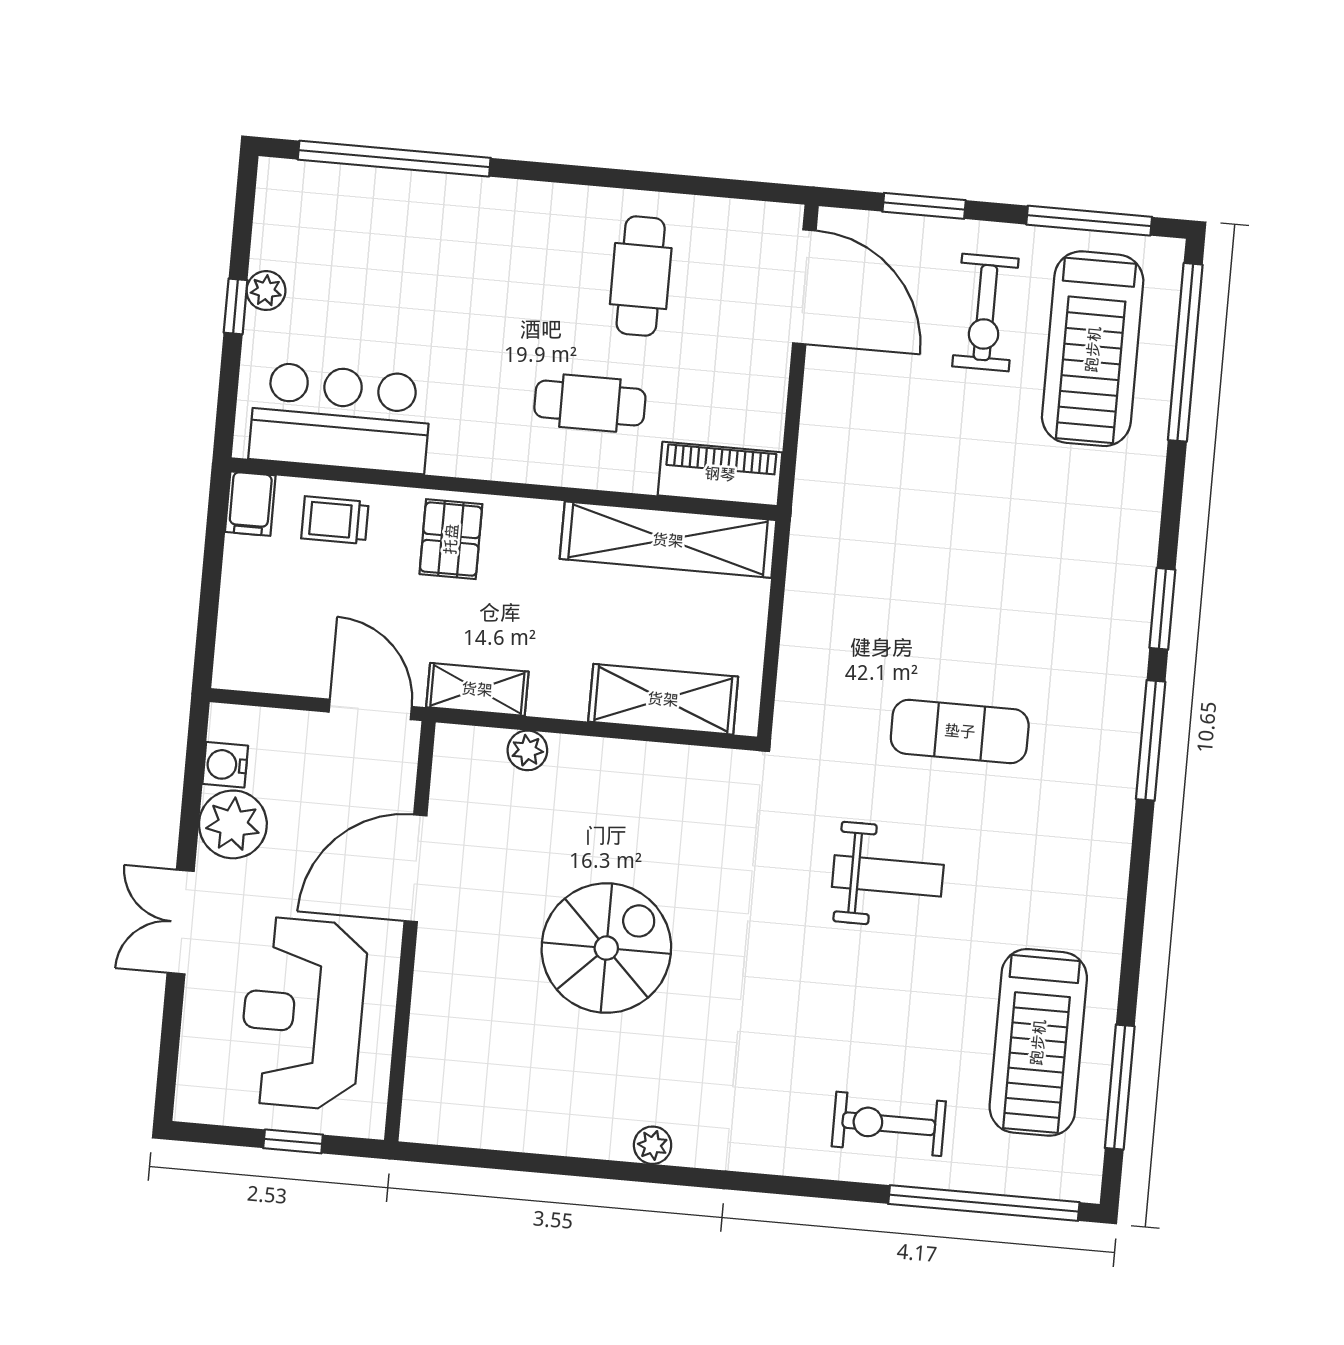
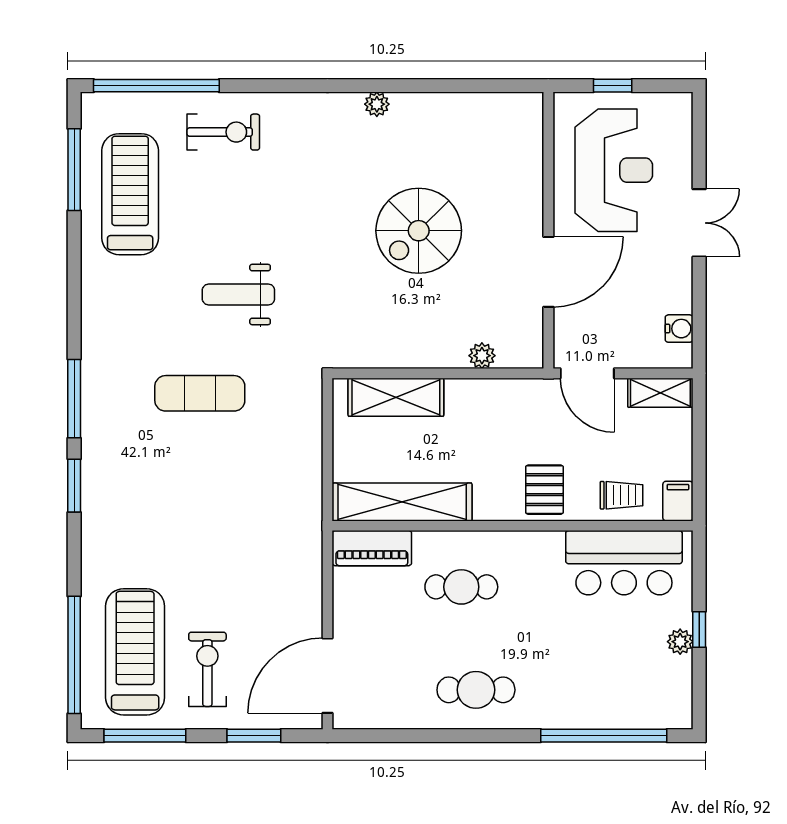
cafe table: (641, 276) -> (476, 690), moved, turned 90
door: (804, 287) -> (328, 676), hinge flipped
shelving: (477, 689) -> (660, 393), moved
plant: (233, 824) -> (671, 290), removed

